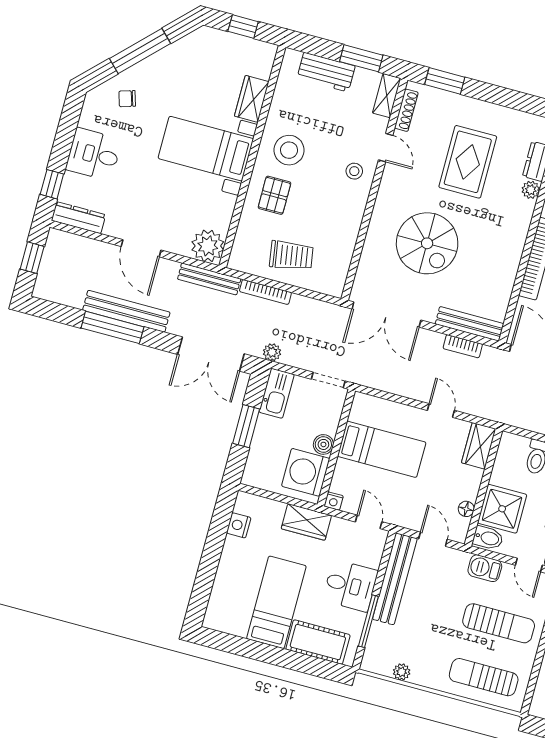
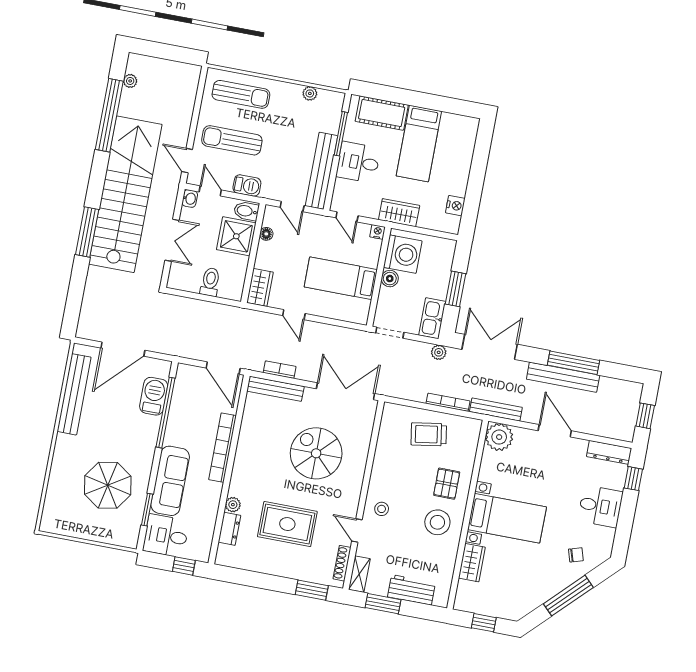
rug: (468, 162) -> (287, 524), turned 90

